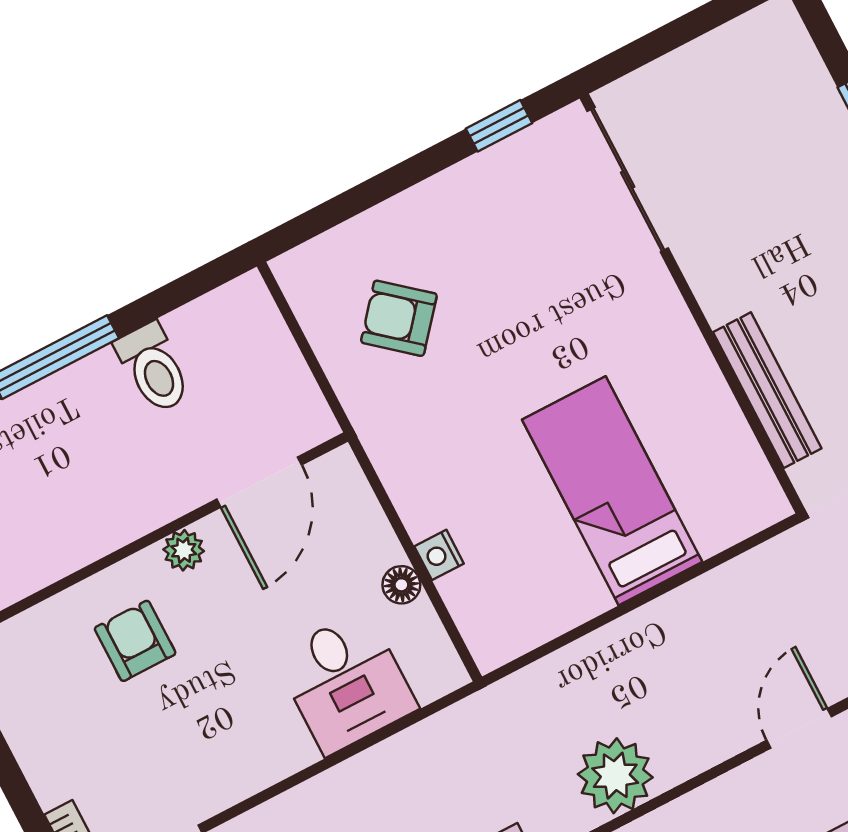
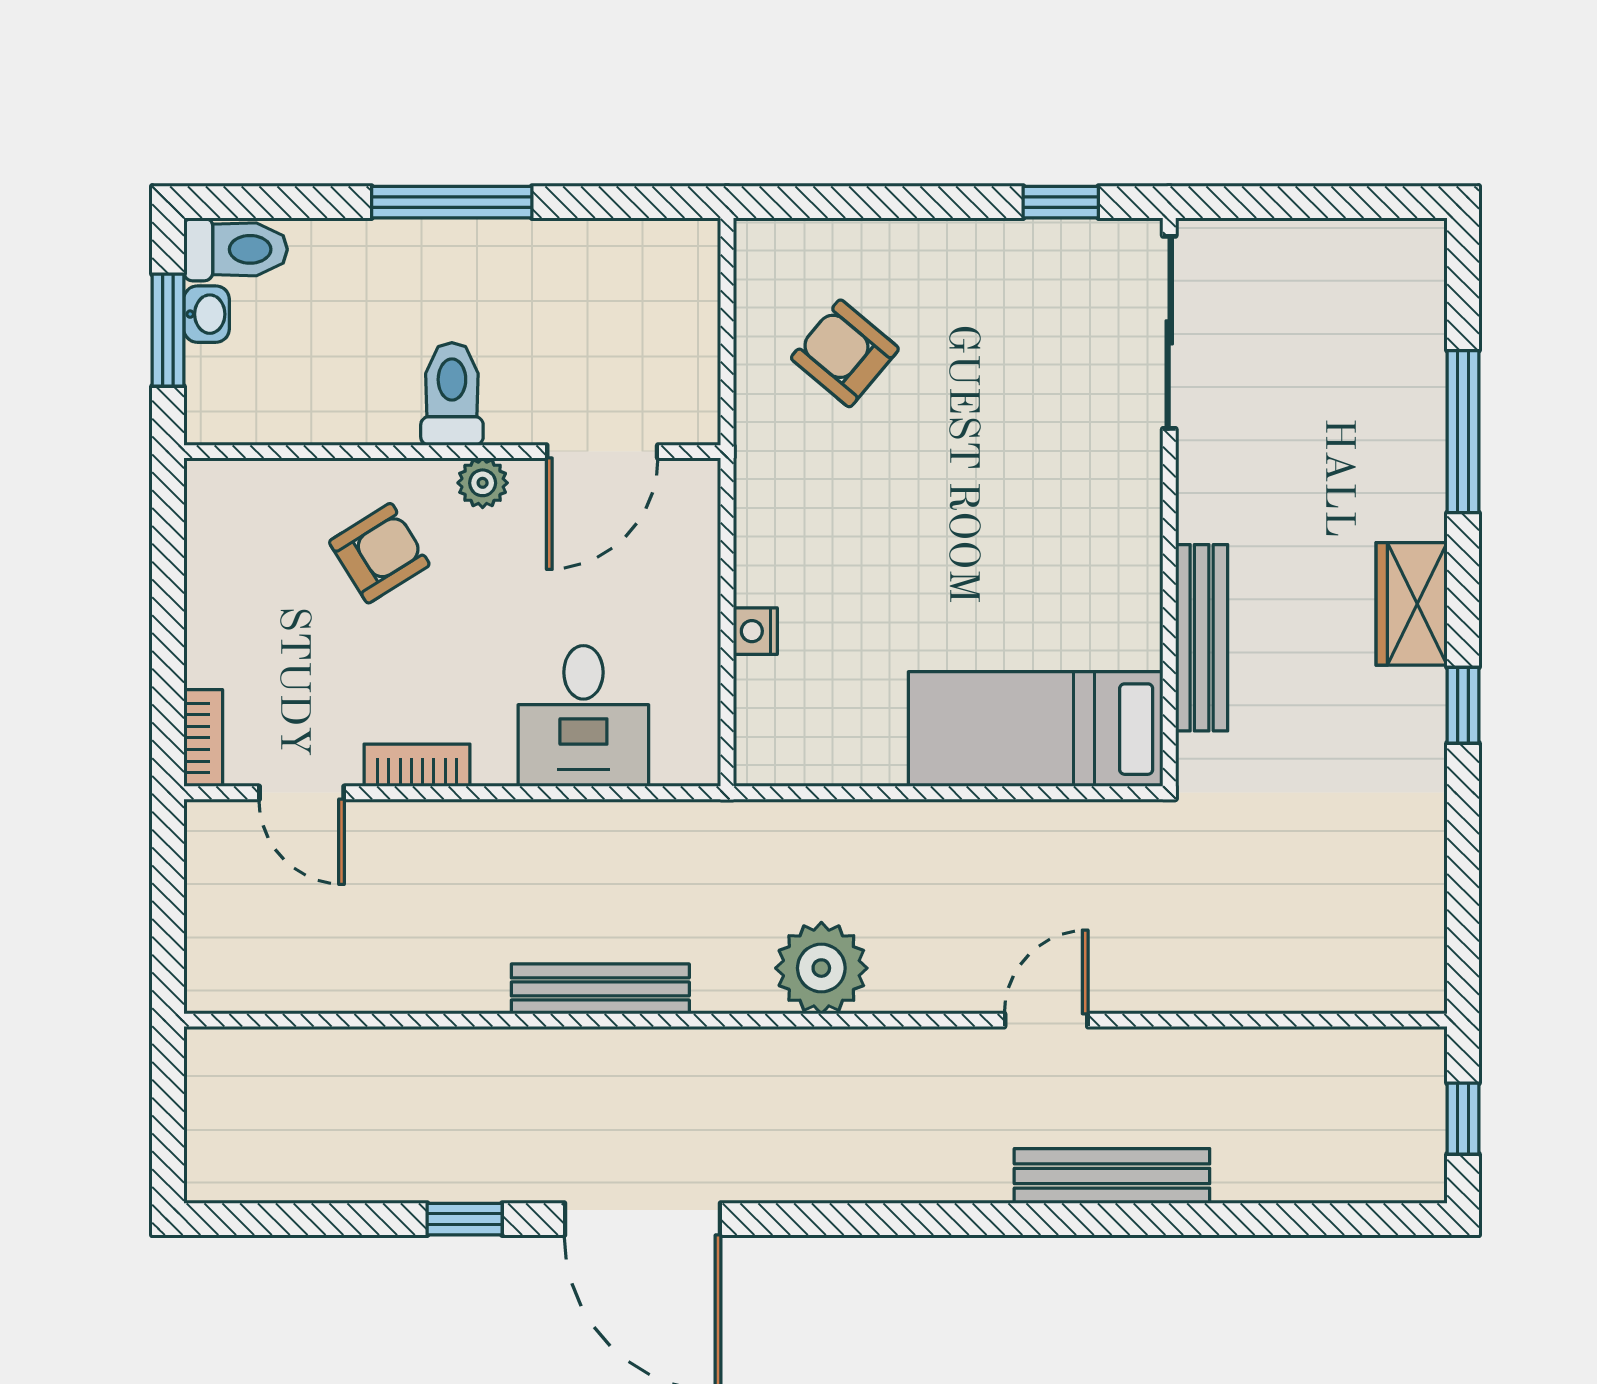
toilet: (153, 368) -> (452, 394), moved, turned 180
bed: (612, 491) -> (1036, 729), moved, turned -90
floor lamp: (401, 585) -> (698, 642), removed
armchair: (135, 641) -> (379, 553), turned 58
bookcase: (243, 781) -> (417, 765), added

